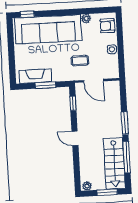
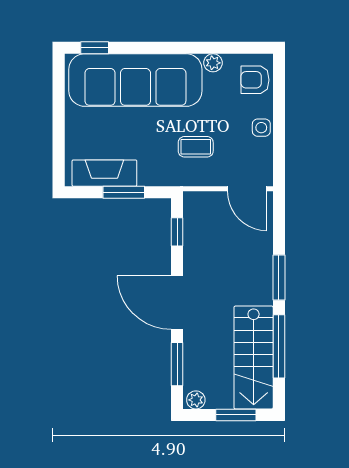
door: (93, 81) -> (247, 189), moved
door: (75, 138) -> (177, 303), width x1.88
window: (77, 169) -> (177, 364), added

